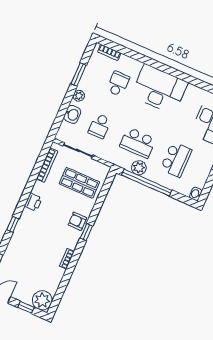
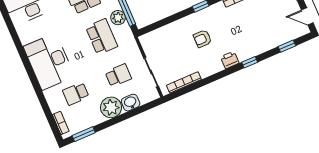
window: (79, 74) -> (84, 134), moved
plant: (79, 96) -> (111, 107), width x1.88, depth x1.88
shop shelf: (79, 183) -> (172, 47), removed
printer: (33, 202) -> (230, 60), moved
armchair: (77, 221) -> (202, 39), moved, turned 90

